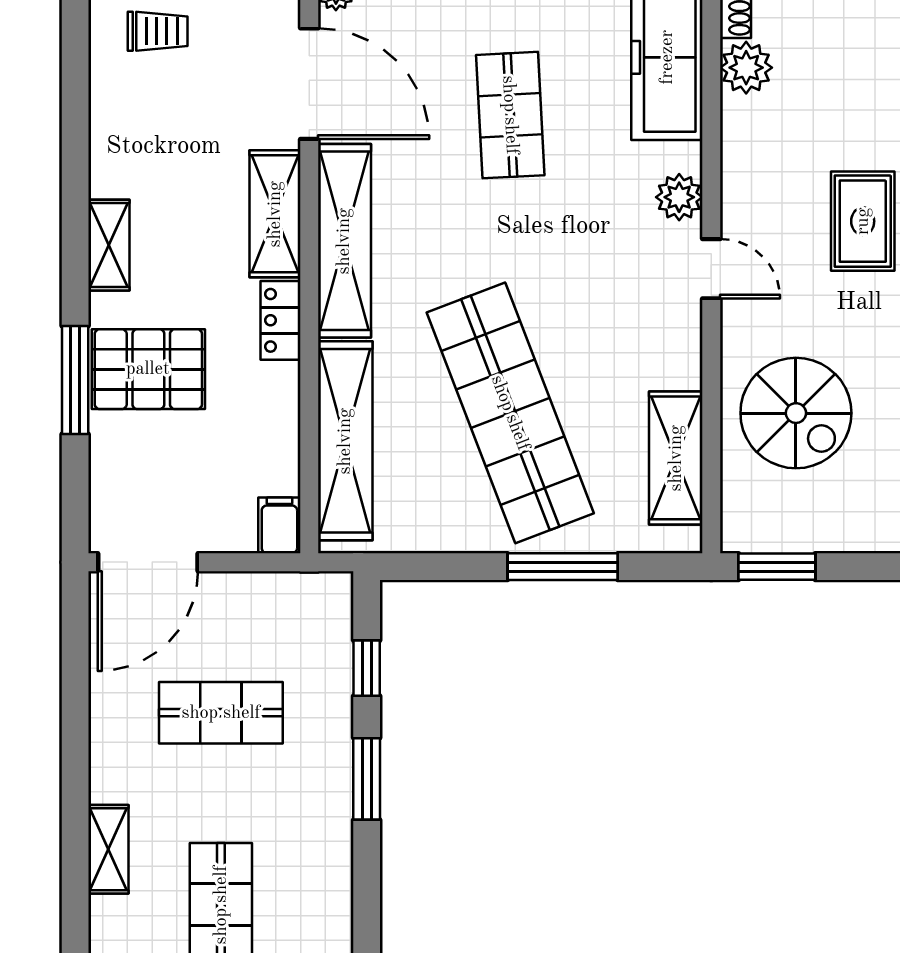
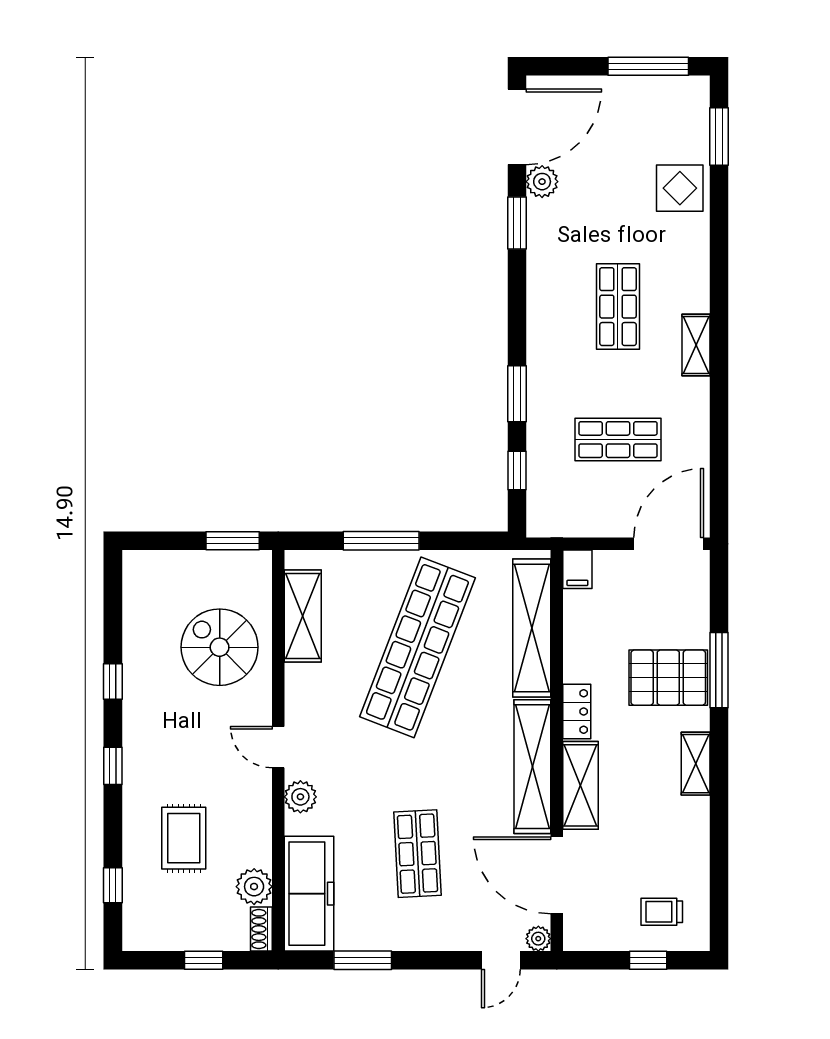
rug: (863, 221) -> (184, 838), moved
shop shelf: (510, 413) -> (417, 647), turned 42

